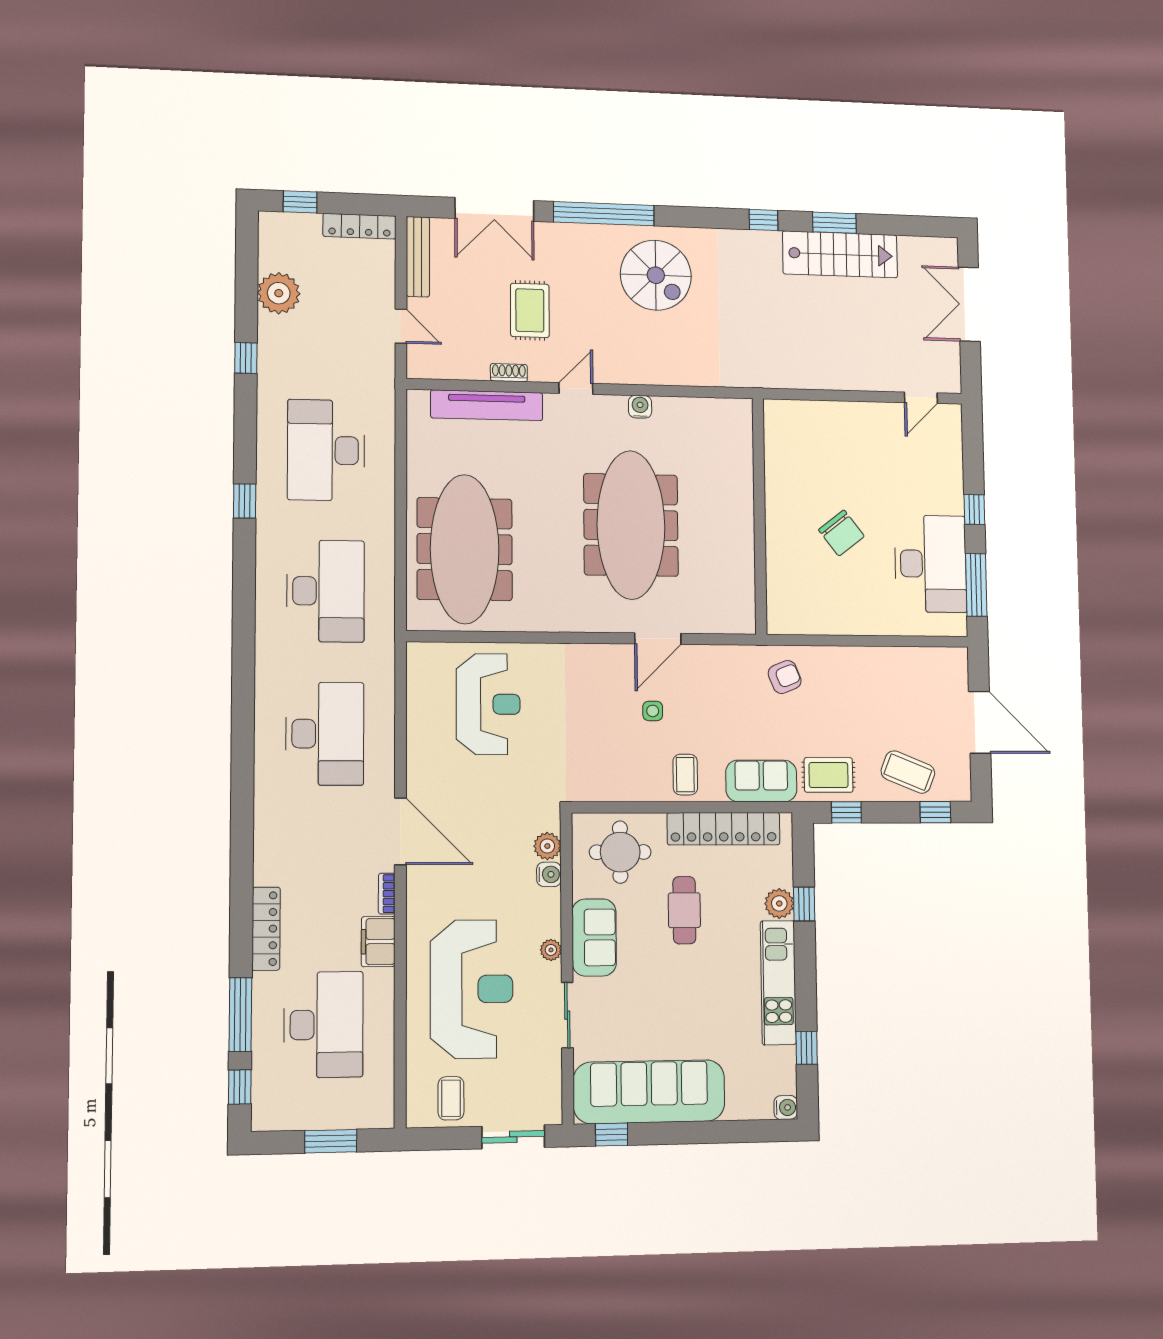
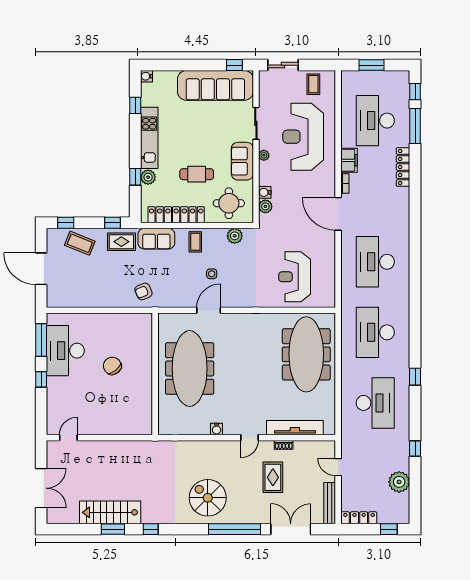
meeting table: (631, 525) -> (190, 369), moved
plant: (608, 786) -> (235, 236), added
cafe table: (684, 910) -> (197, 174), turned 90

